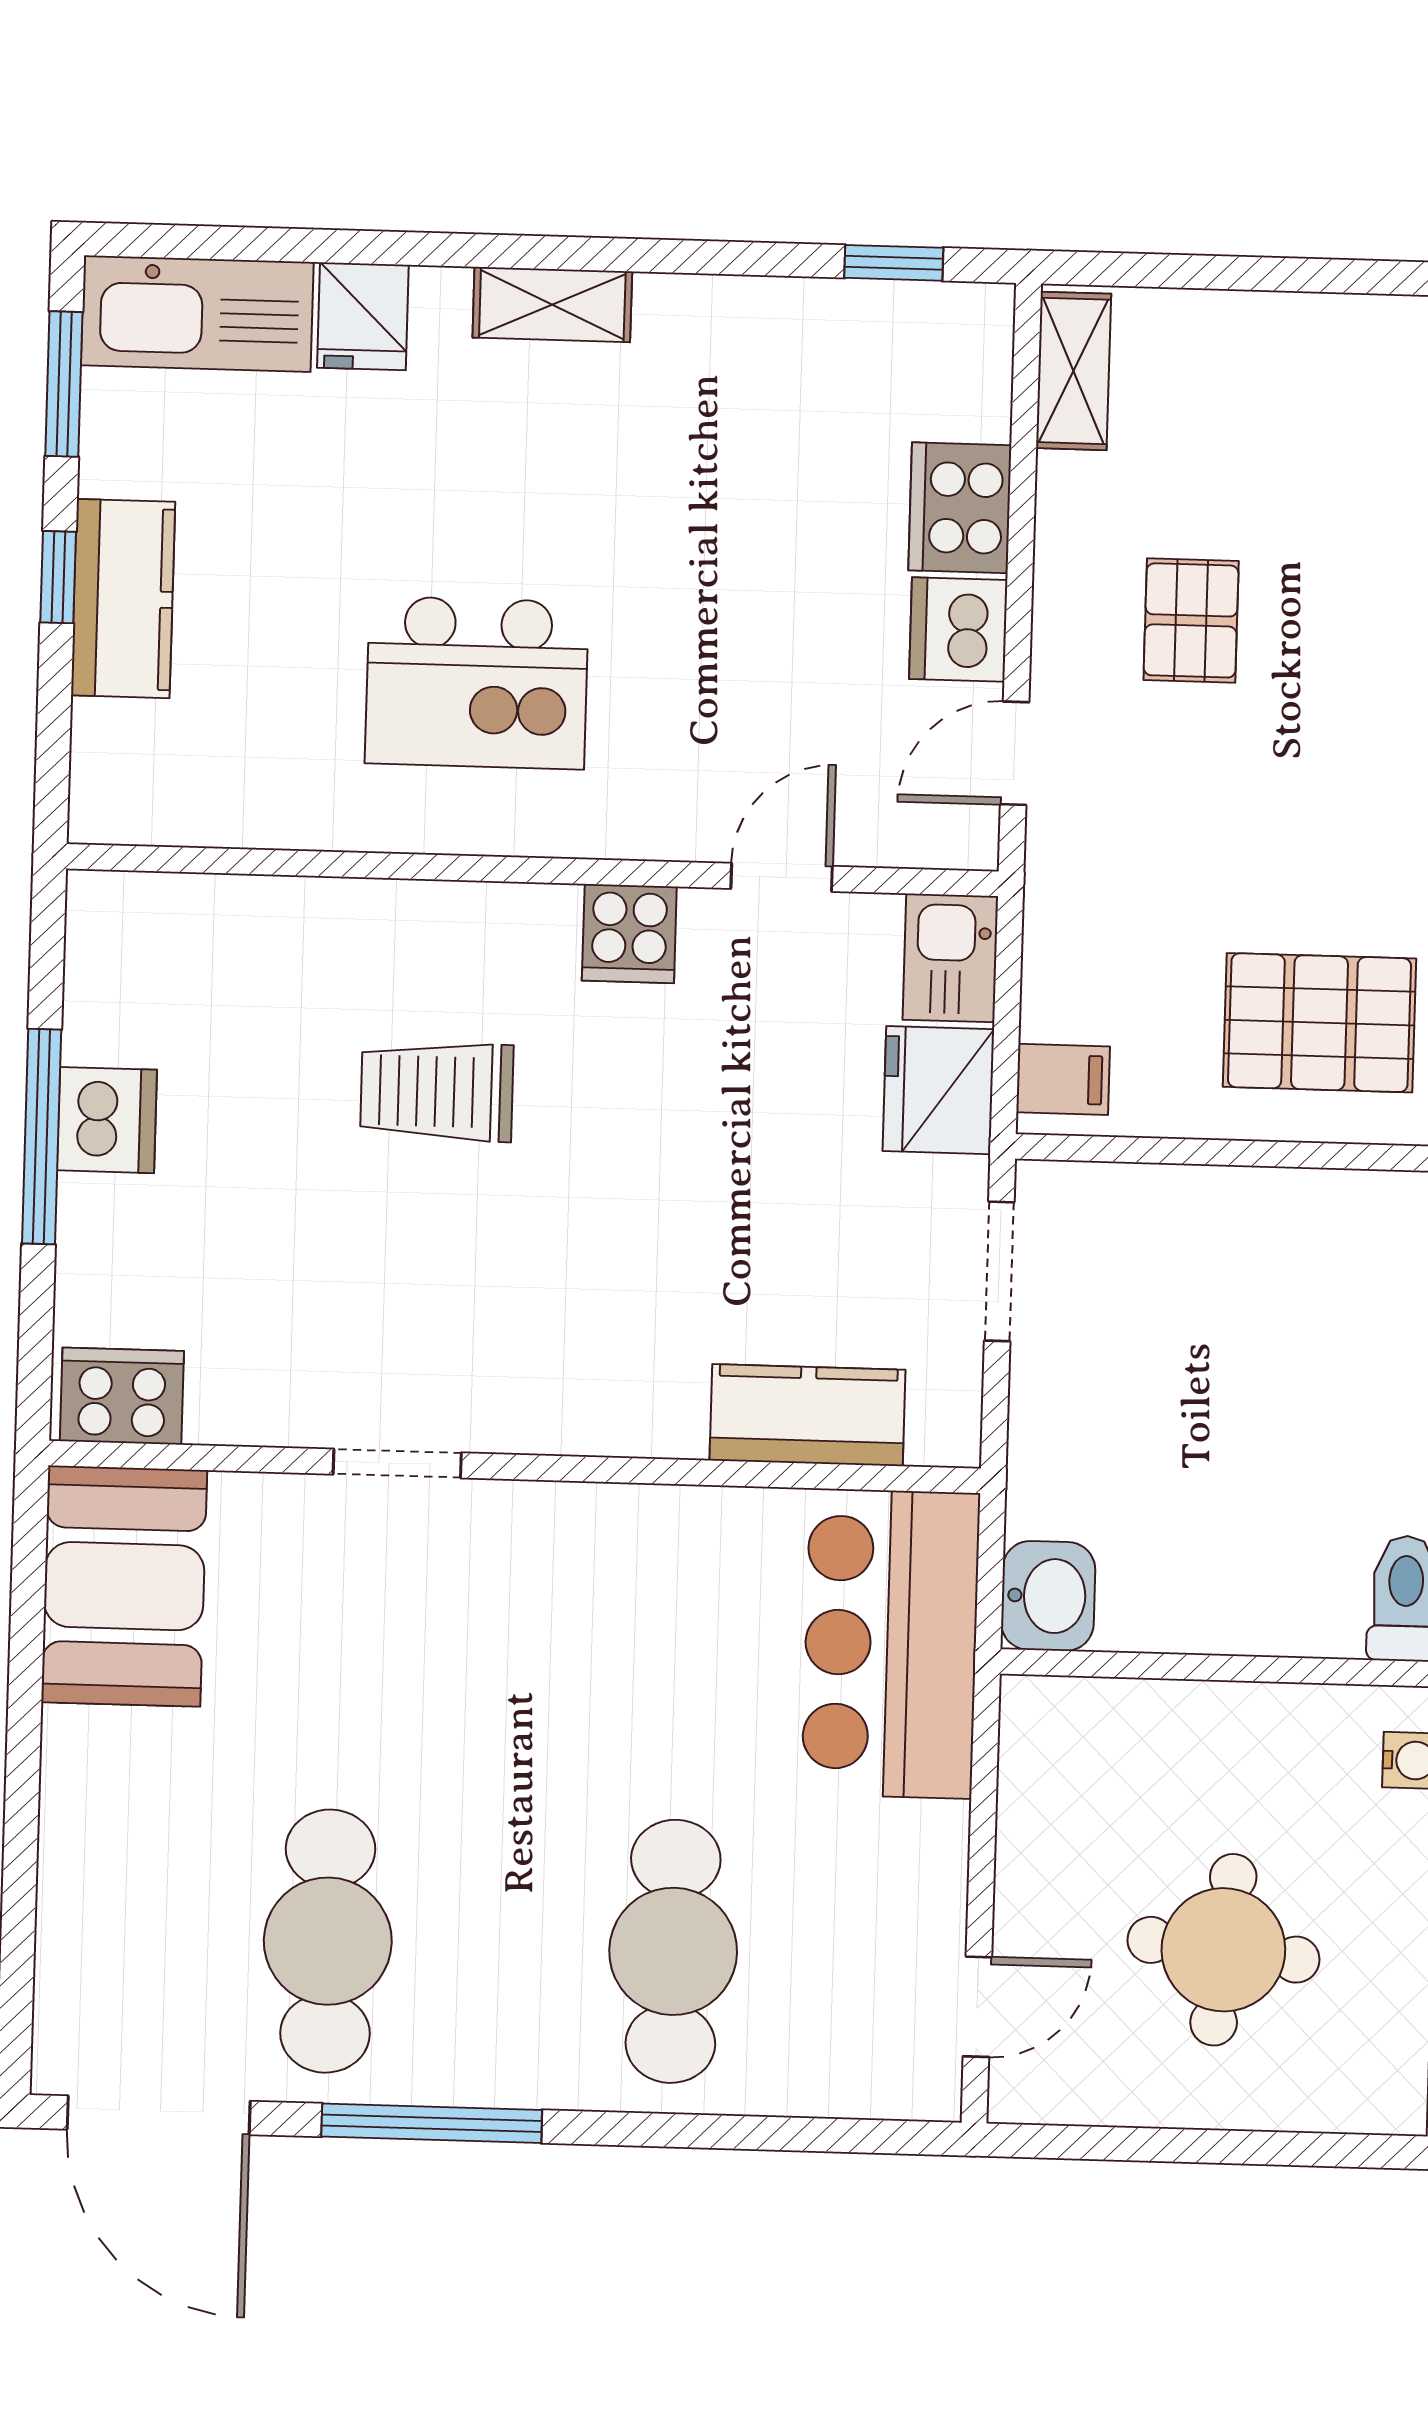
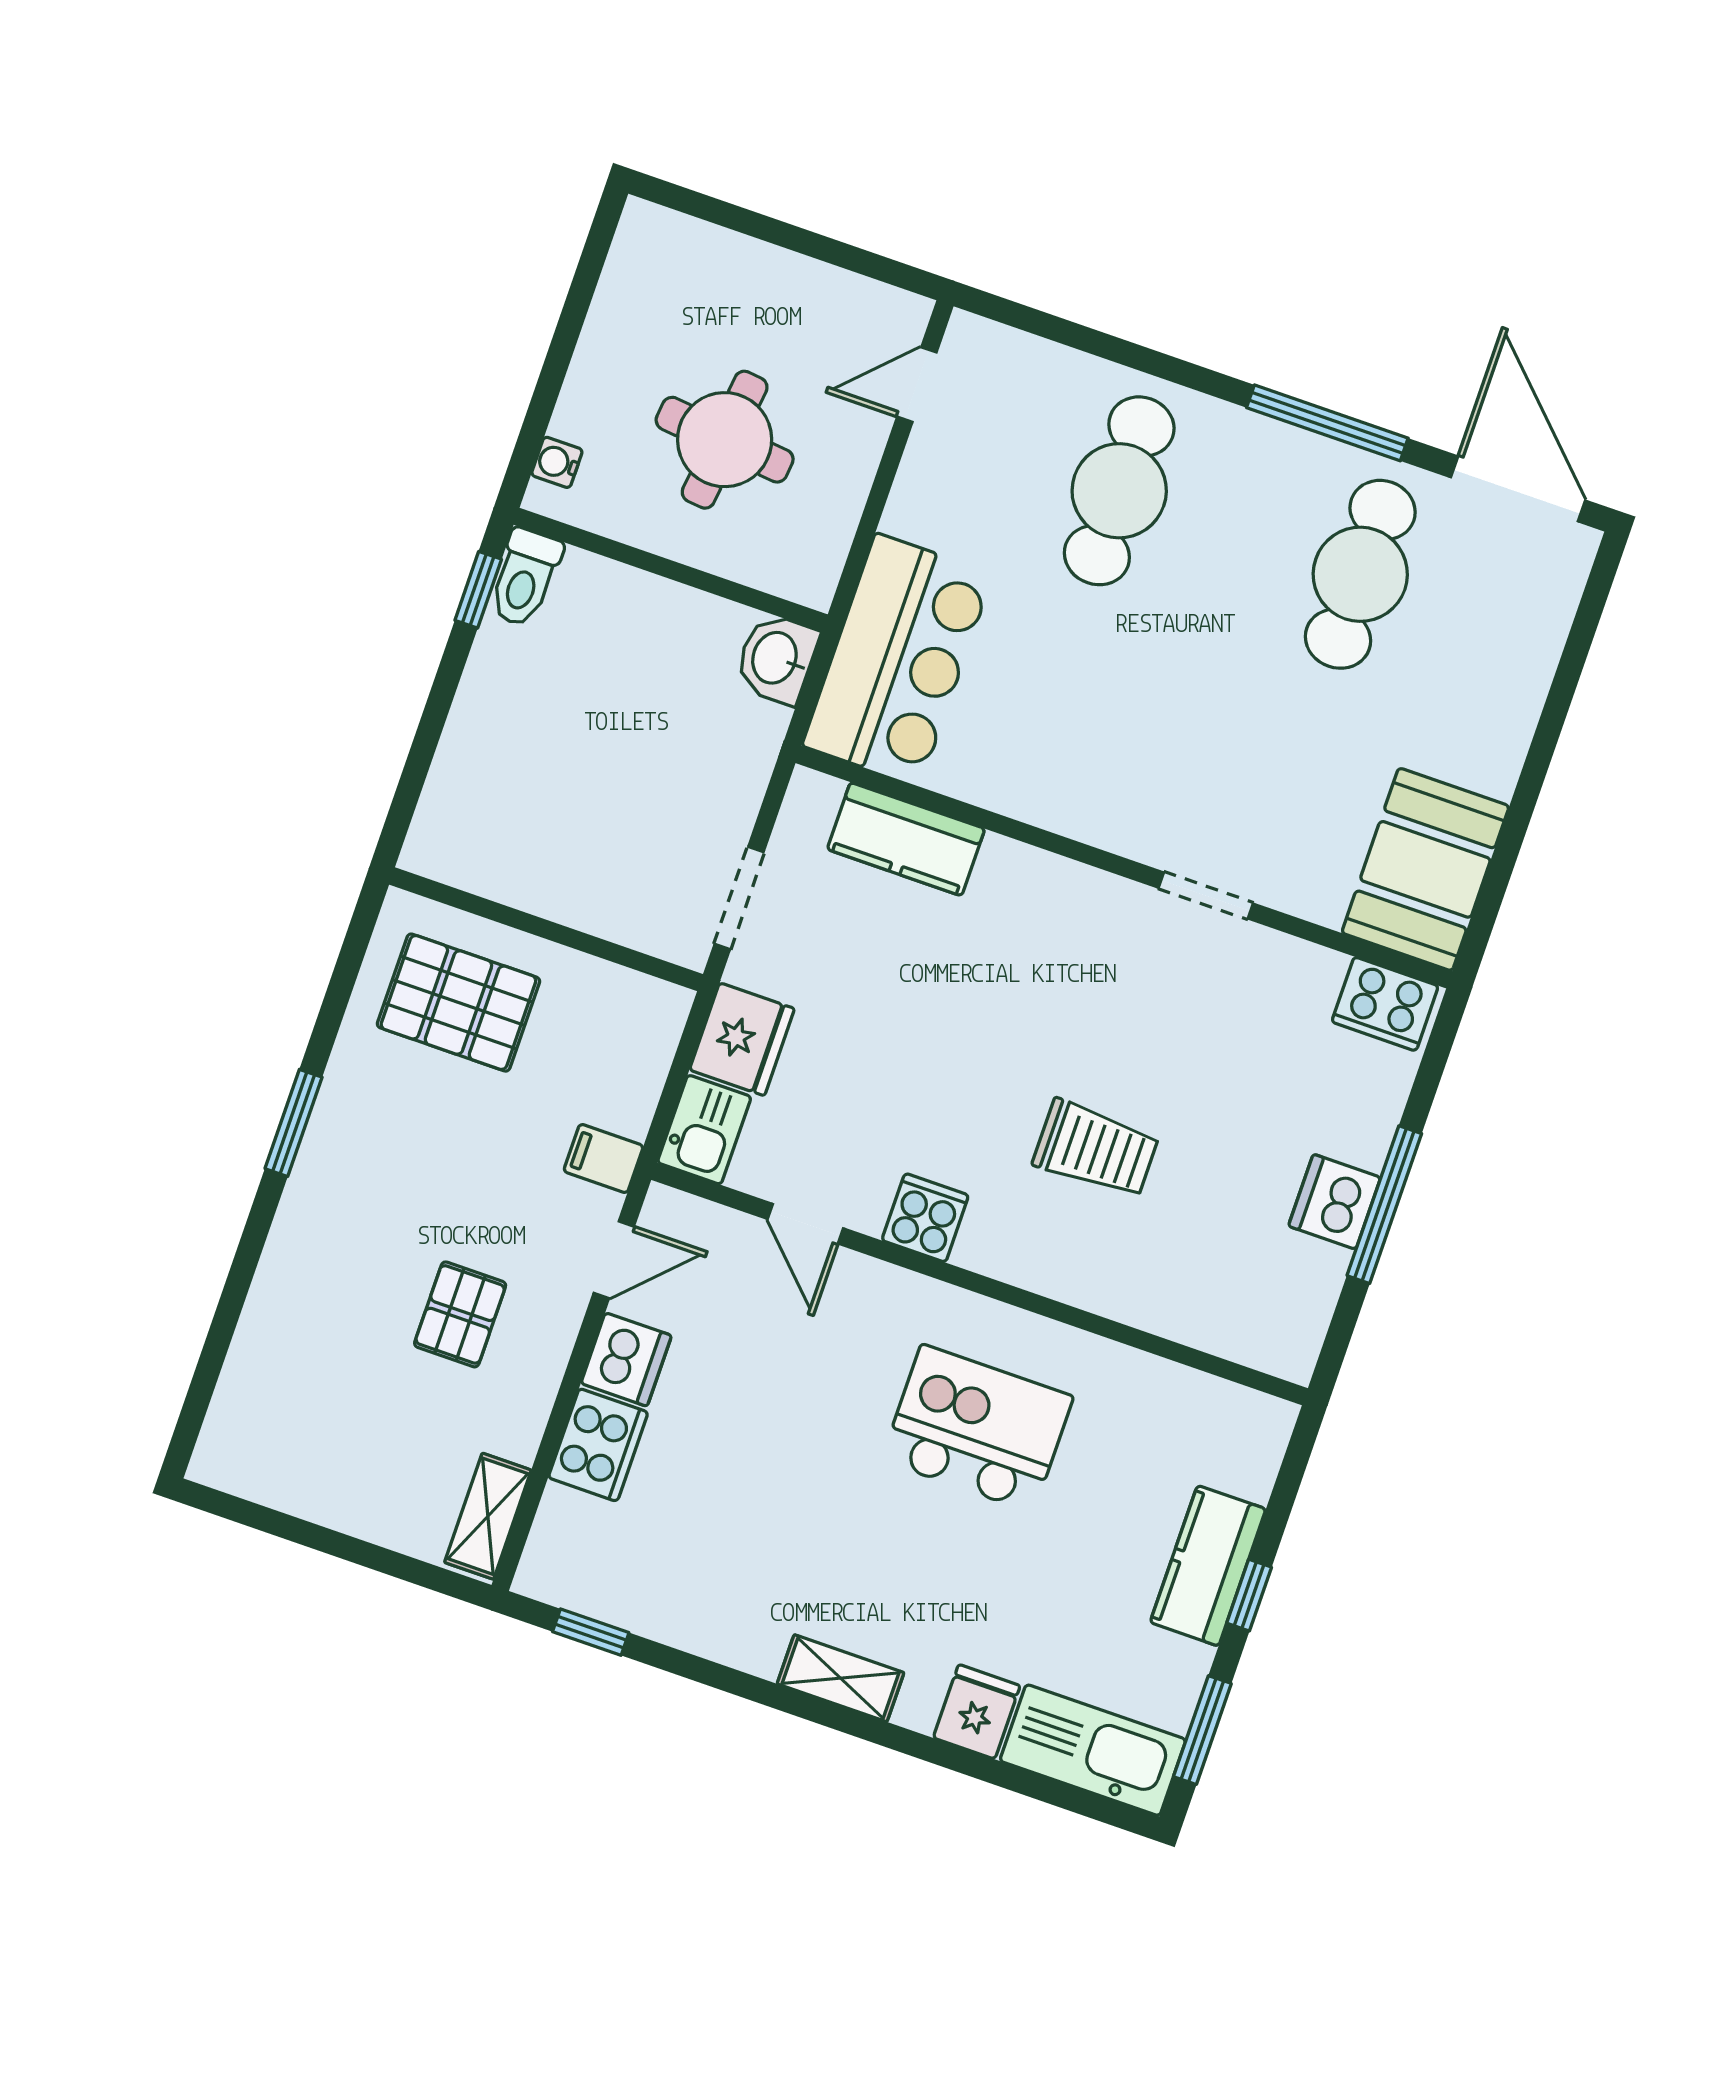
door: (782, 877) -> (805, 1224), hinge flipped
filing cabinet: (1063, 1079) -> (603, 1159), moved
round table: (1223, 1950) -> (725, 440), moved

